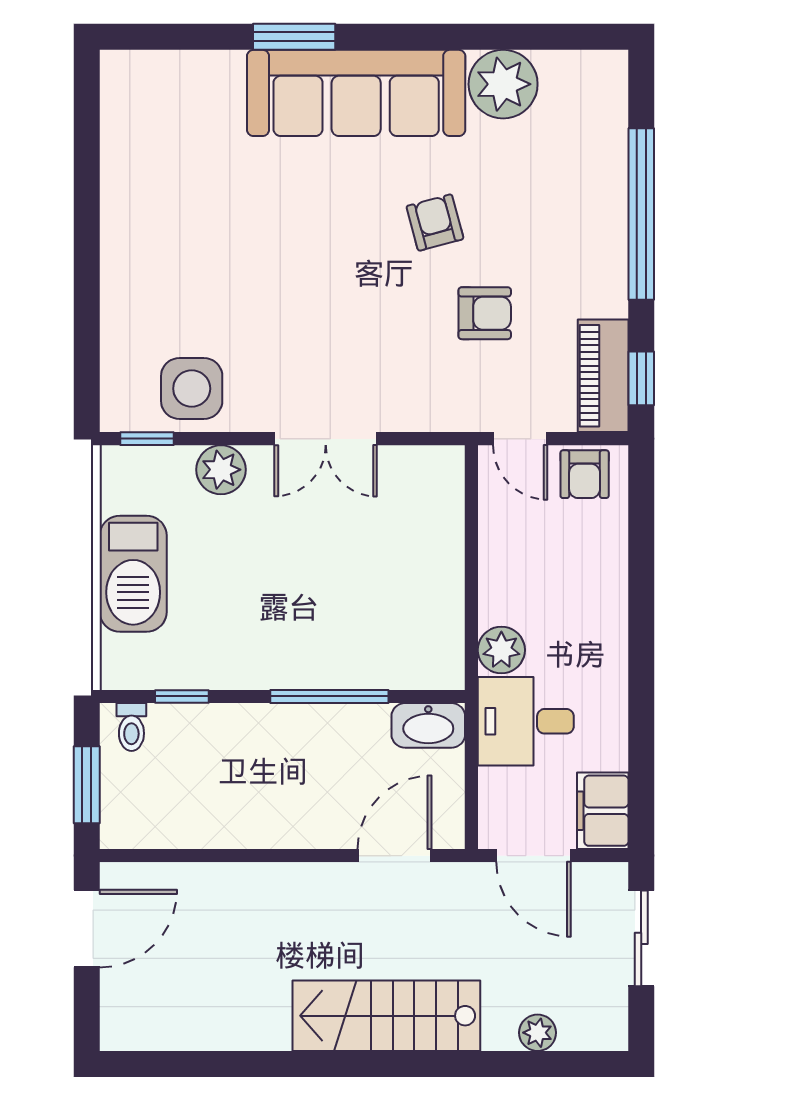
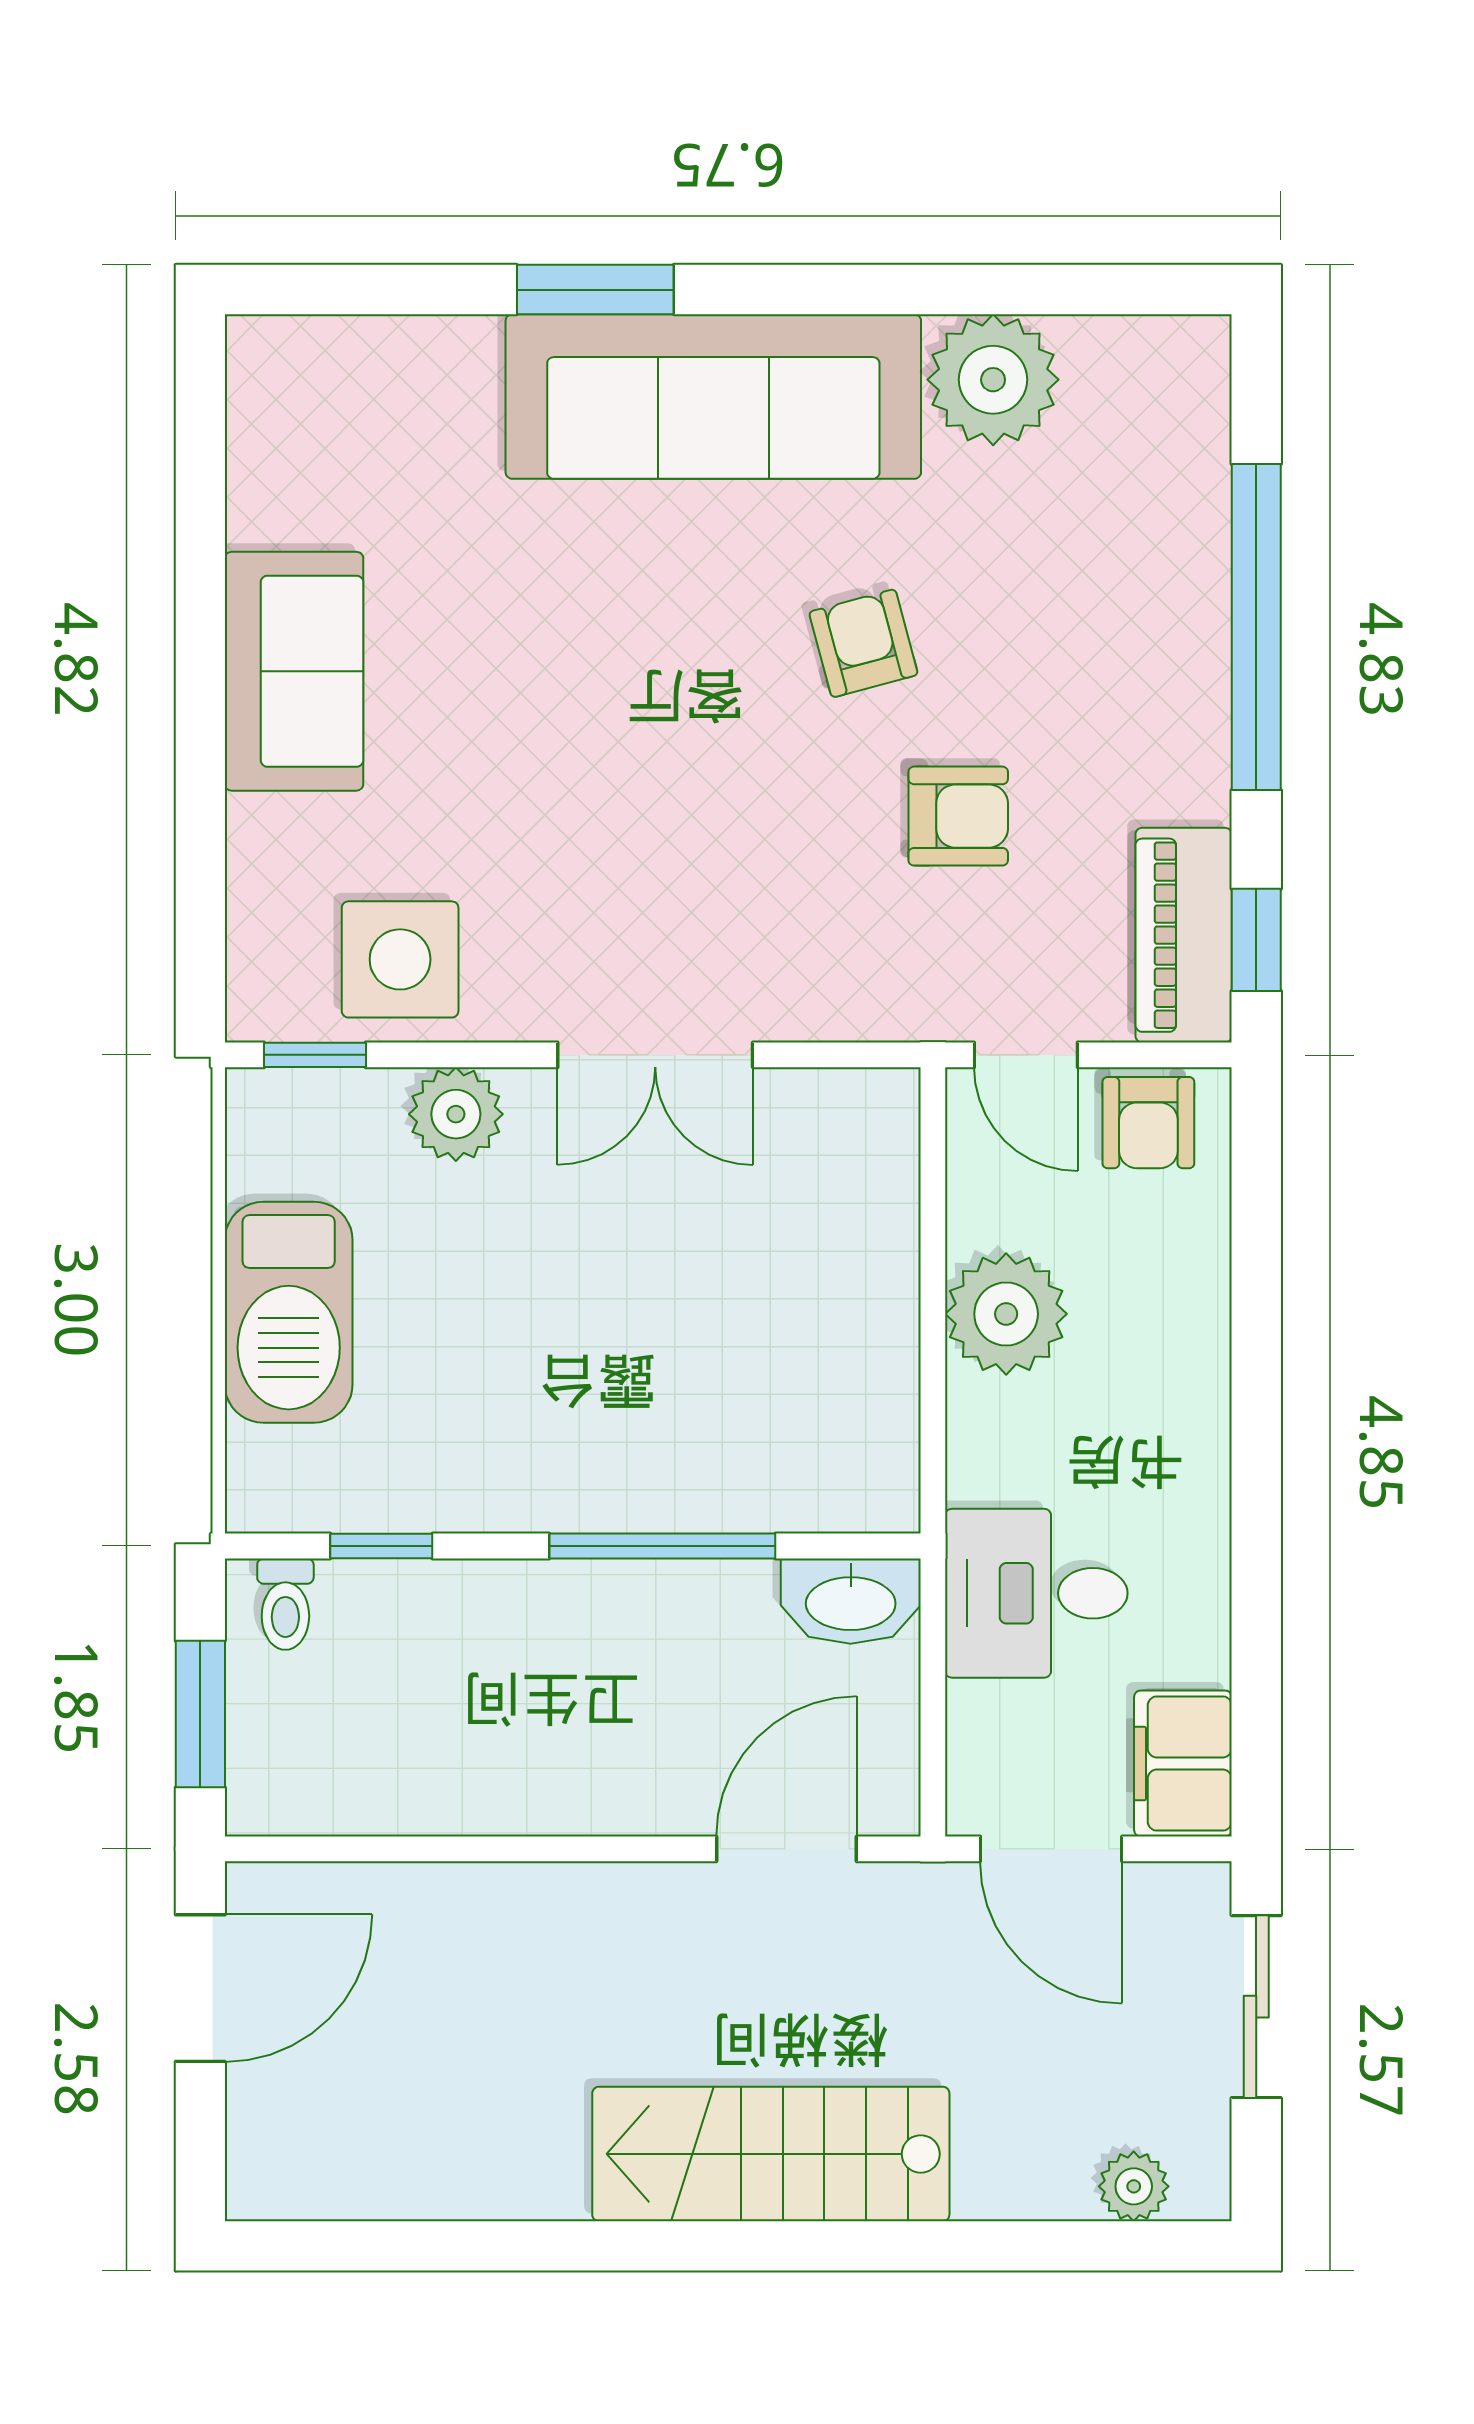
sofa: (136, 237) -> (294, 671), added
plant: (501, 650) -> (1006, 1314), moved, width x1.36, depth x1.36
plant: (538, 1033) -> (1134, 2186), moved

